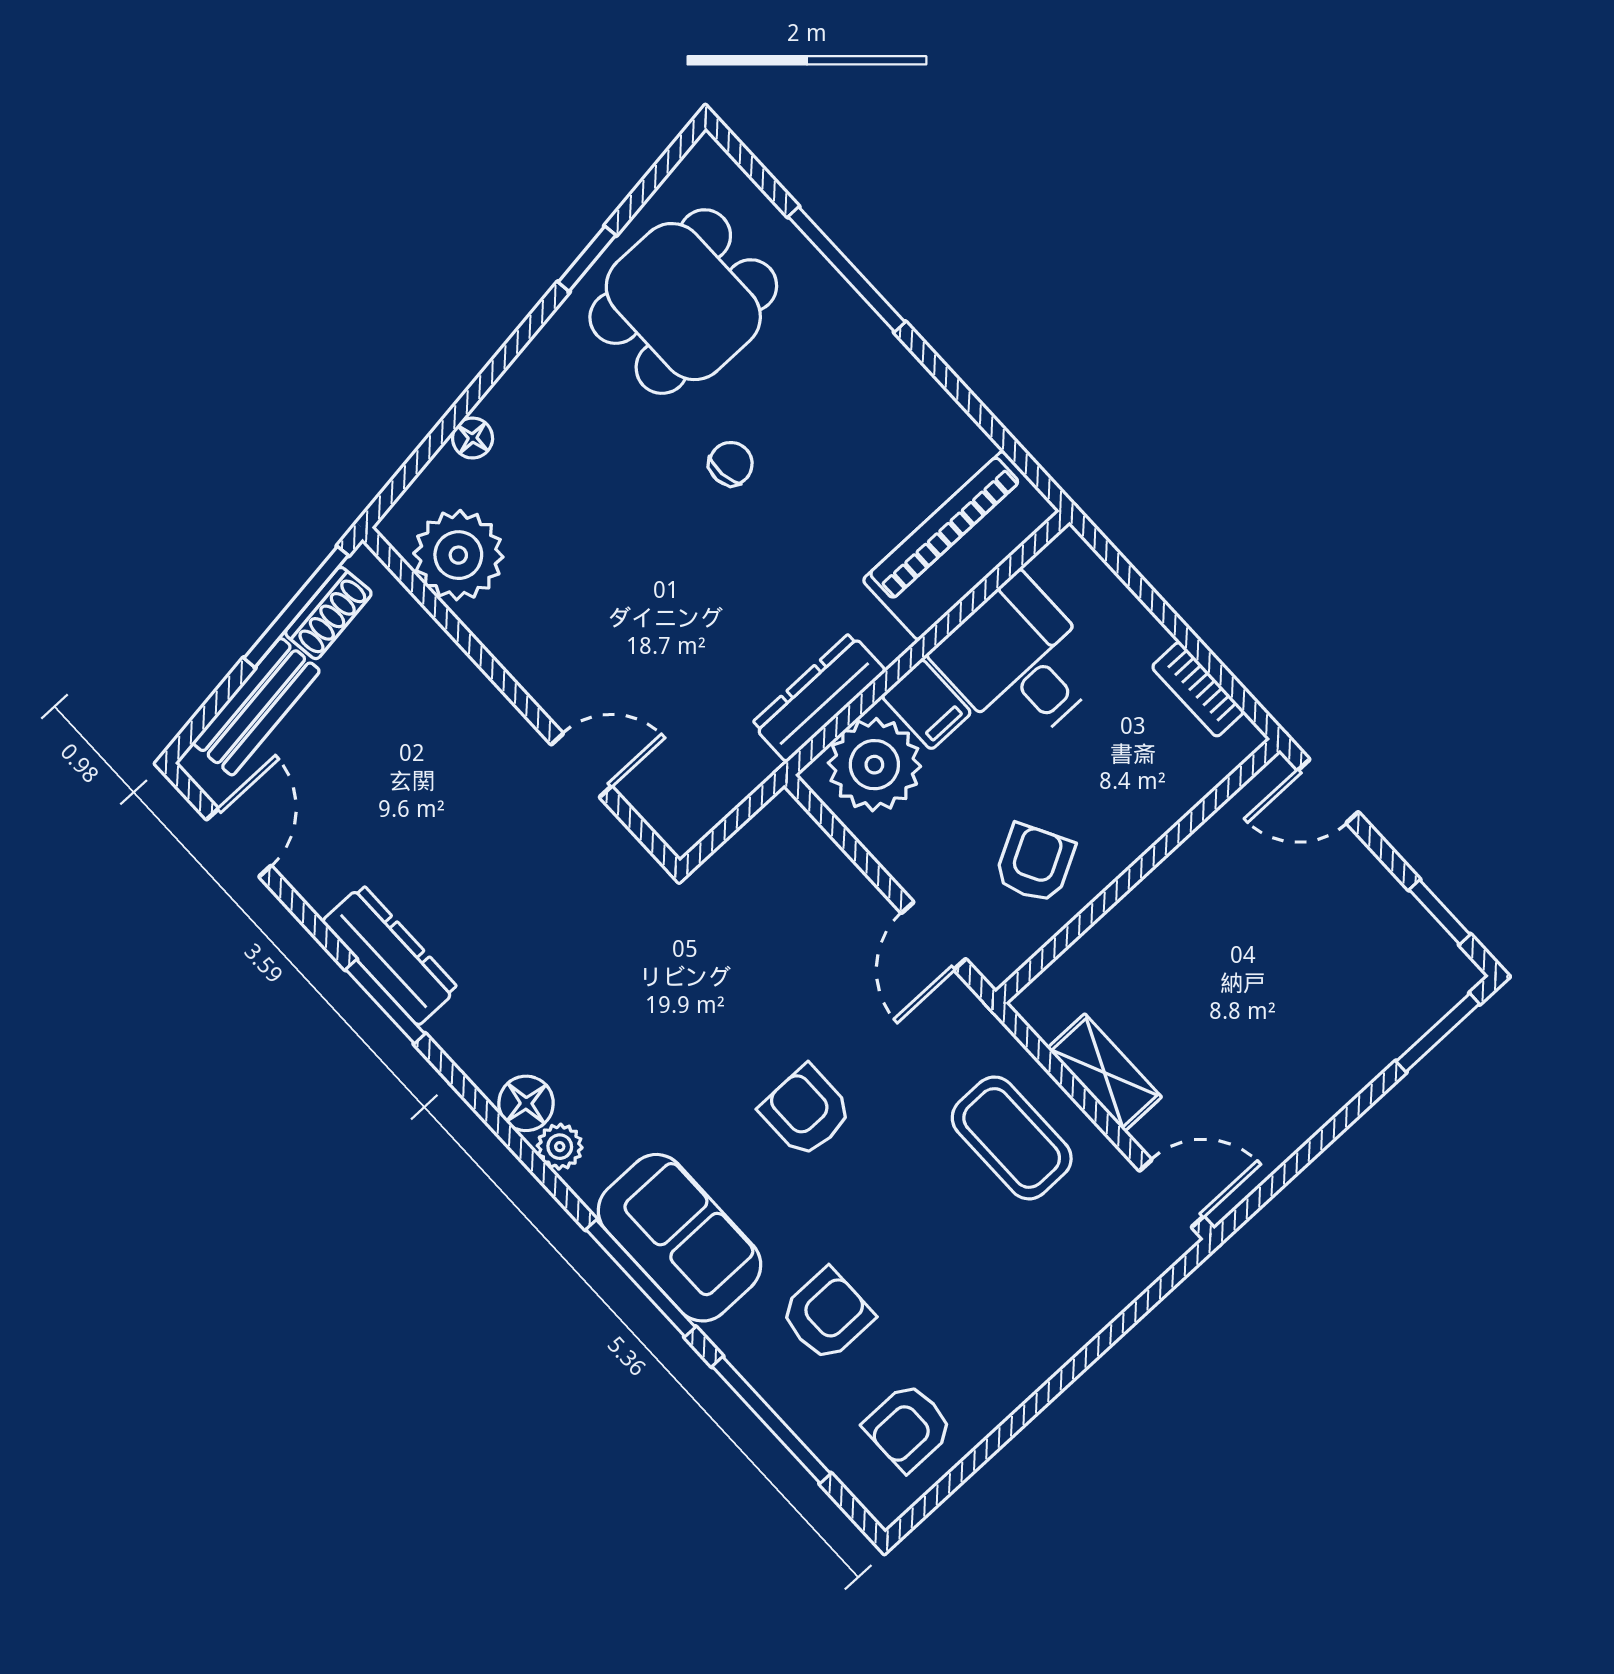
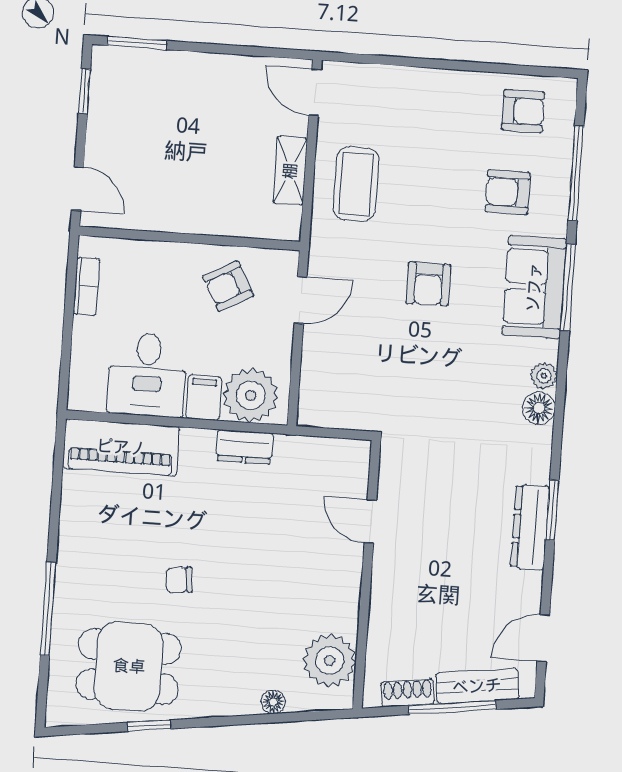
window: (296, 607) -> (452, 707), moved
dresser: (819, 697) -> (244, 447), width x0.70

